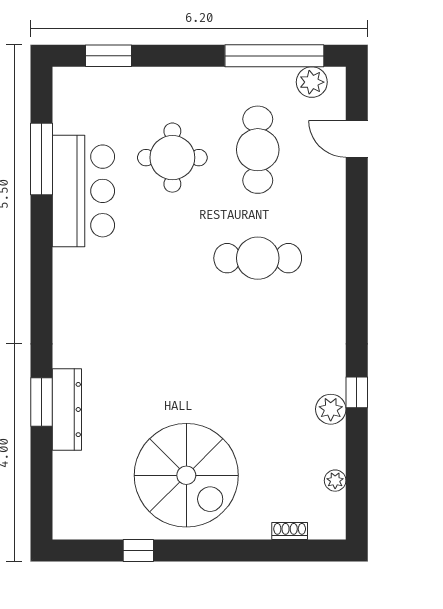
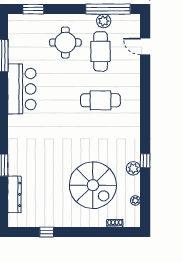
plant: (312, 82) -> (104, 21), moved
round table: (172, 158) -> (65, 43), moved
bar counter: (83, 191) -> (22, 89), moved
dresser: (67, 410) -> (14, 194), moved
spiral stairs: (186, 475) -> (93, 185), moved

